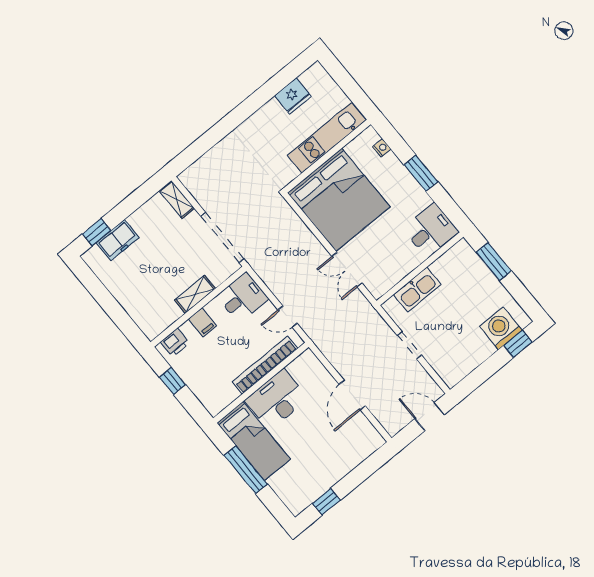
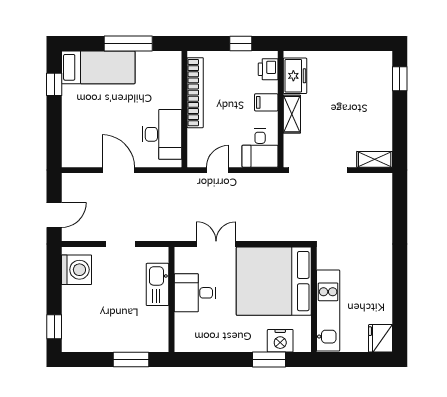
fridge: (293, 96) -> (381, 338), moved
nightstand: (382, 148) -> (280, 341), width x1.89, depth x1.79
window: (421, 173) -> (269, 360), moved
desk: (431, 230) -> (195, 293), moved, turned 90
freezer: (118, 240) -> (295, 76), moved, turned 180
washing machine: (501, 328) -> (76, 270), moved
bookcase: (265, 365) -> (195, 93), moved
desk: (277, 400) -> (162, 134), moved
bed: (254, 441) -> (98, 67), moved, turned 180

